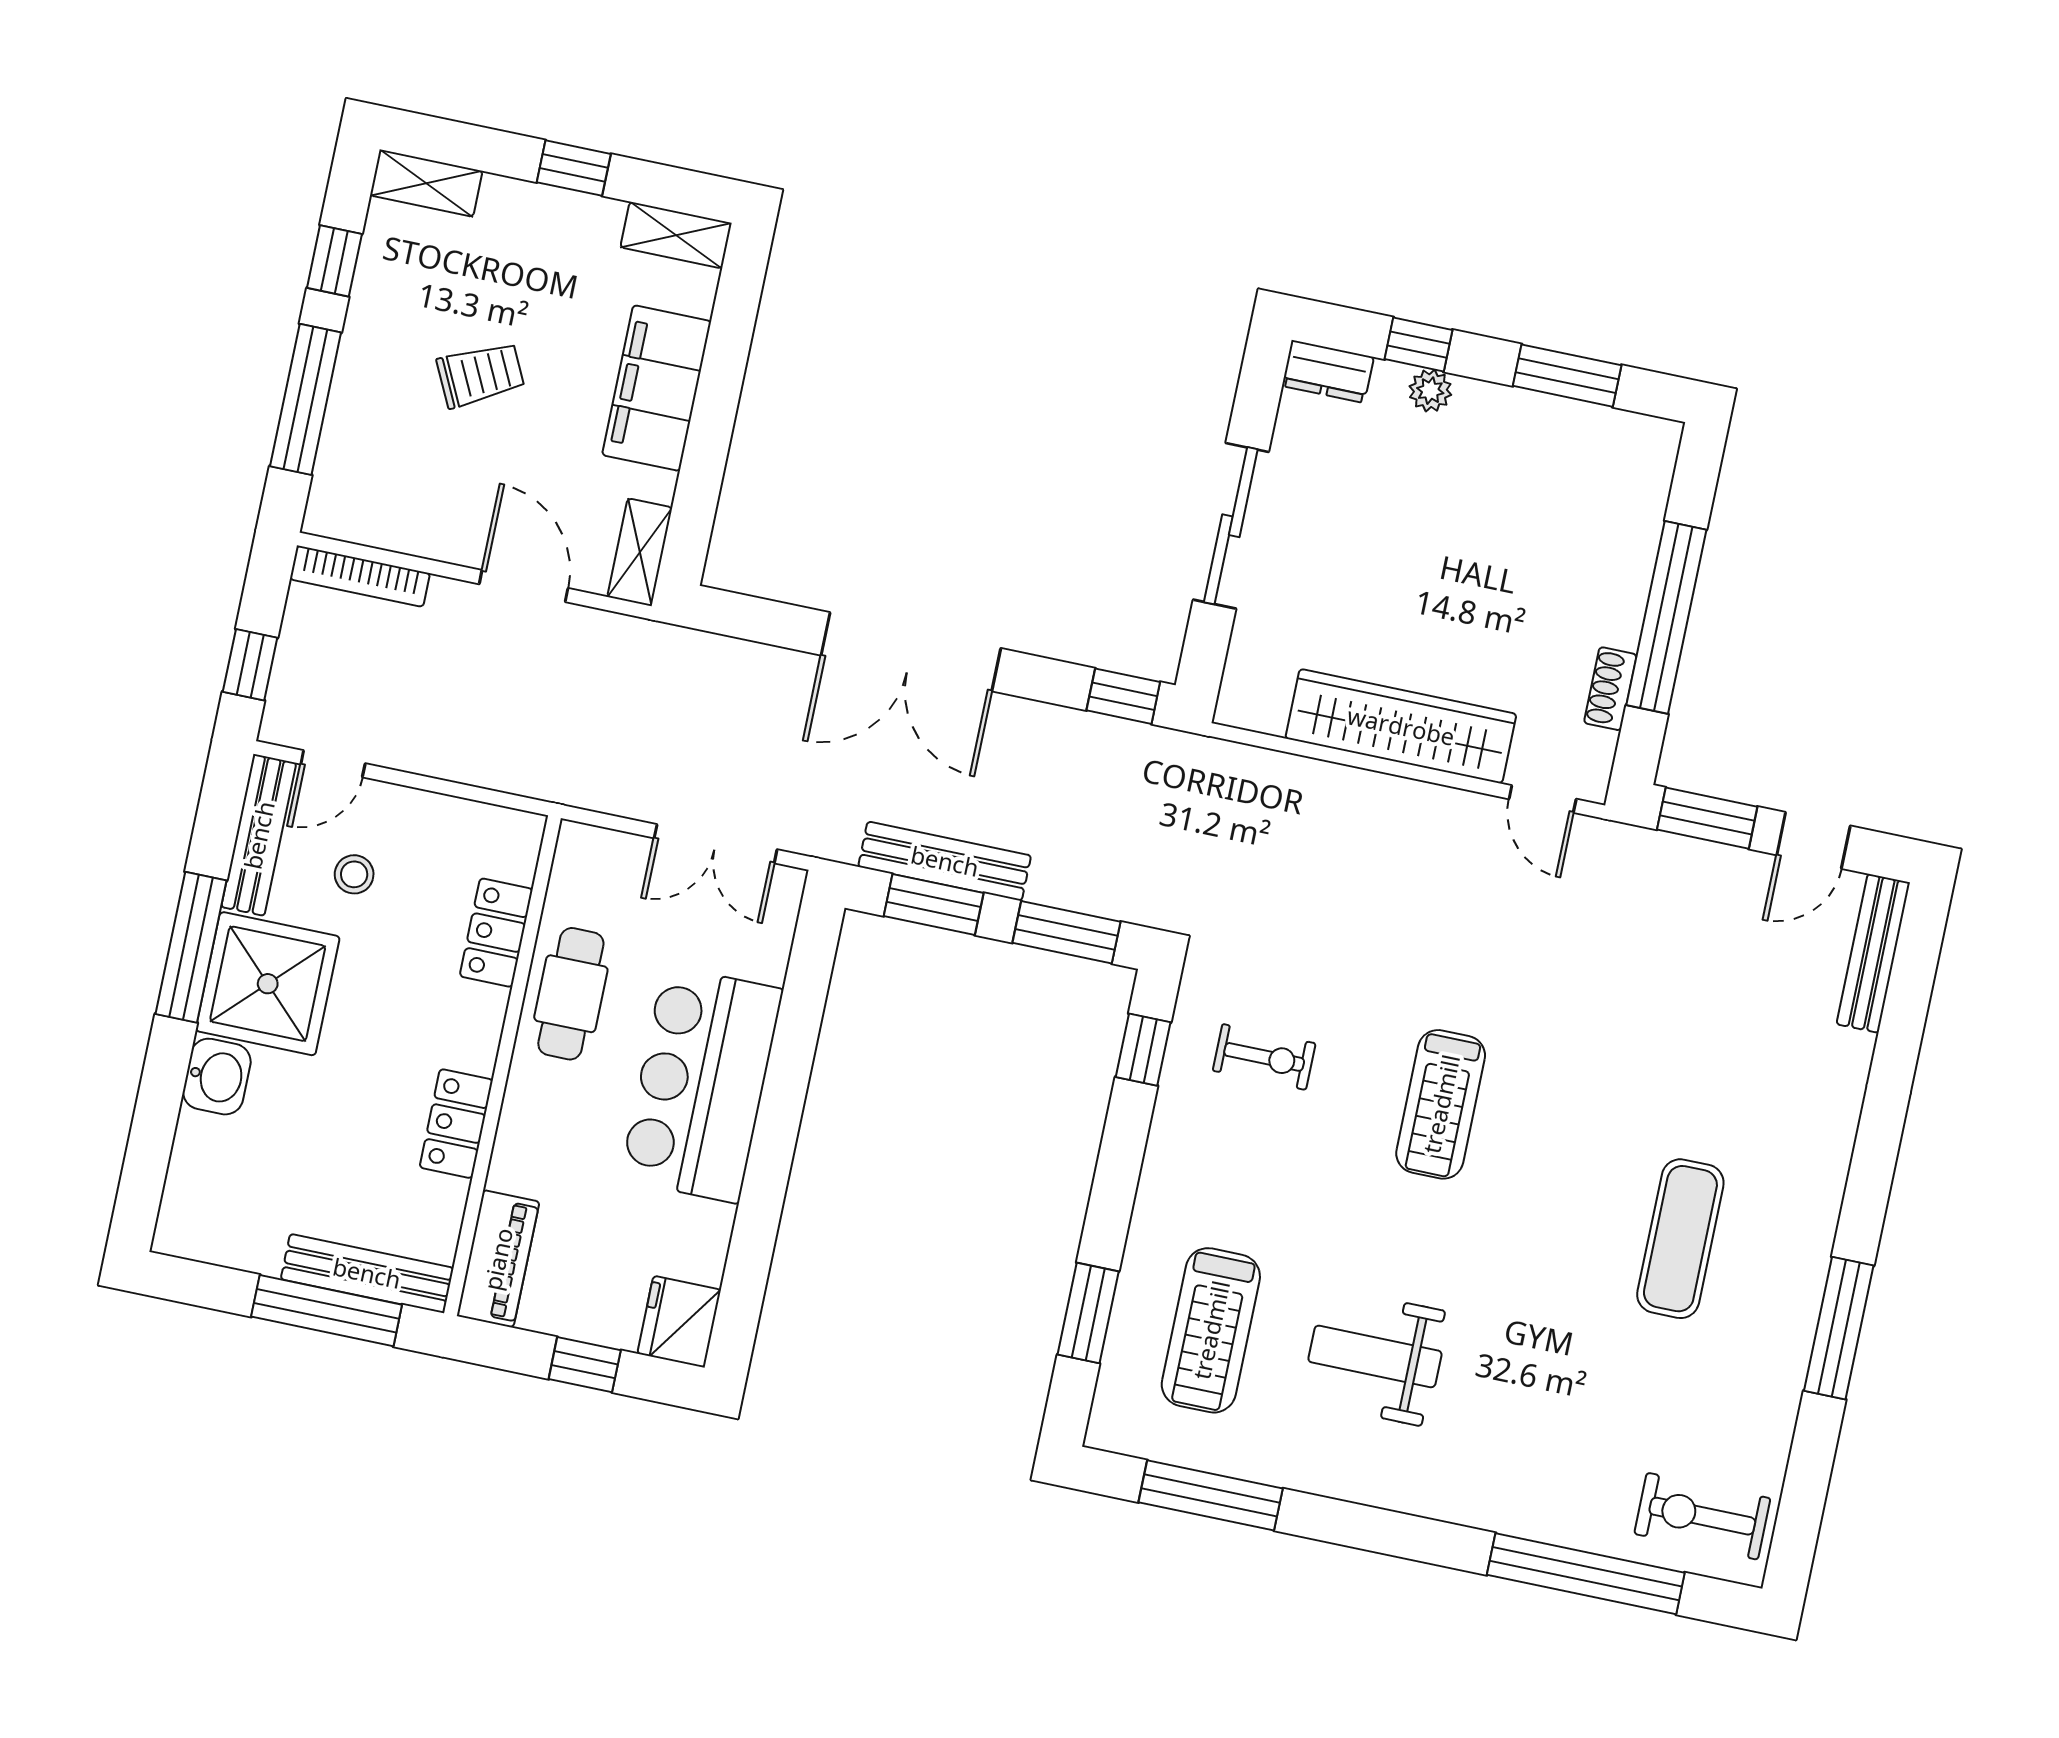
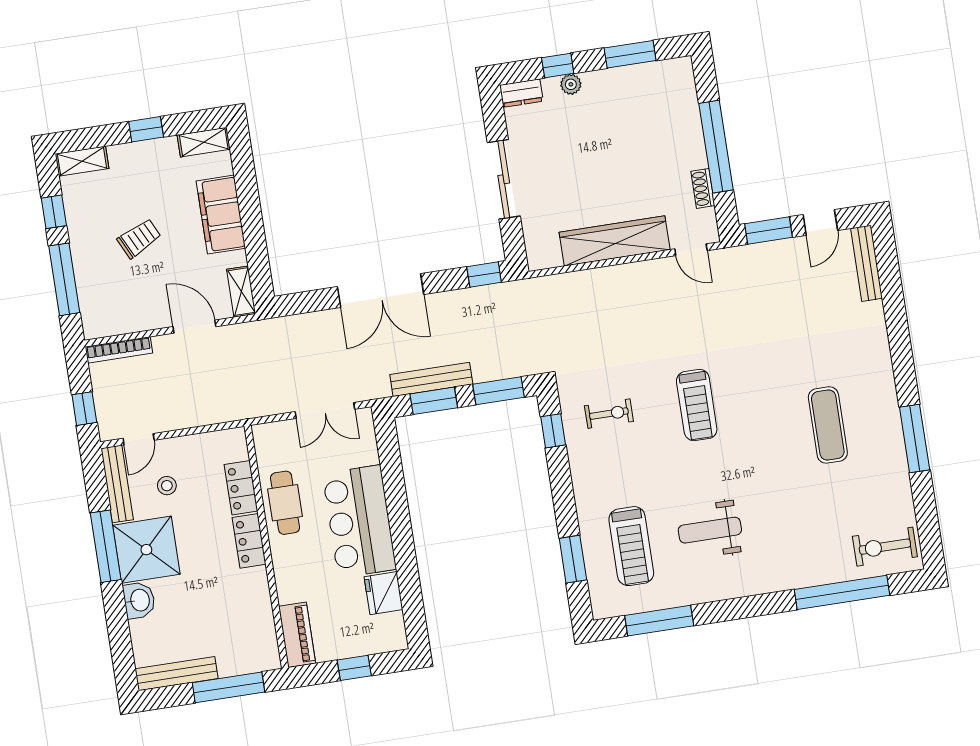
locker: (456, 1124) -> (249, 541), moved
bench: (367, 1273) -> (176, 674), moved
fridge: (679, 1322) -> (384, 593), moved

